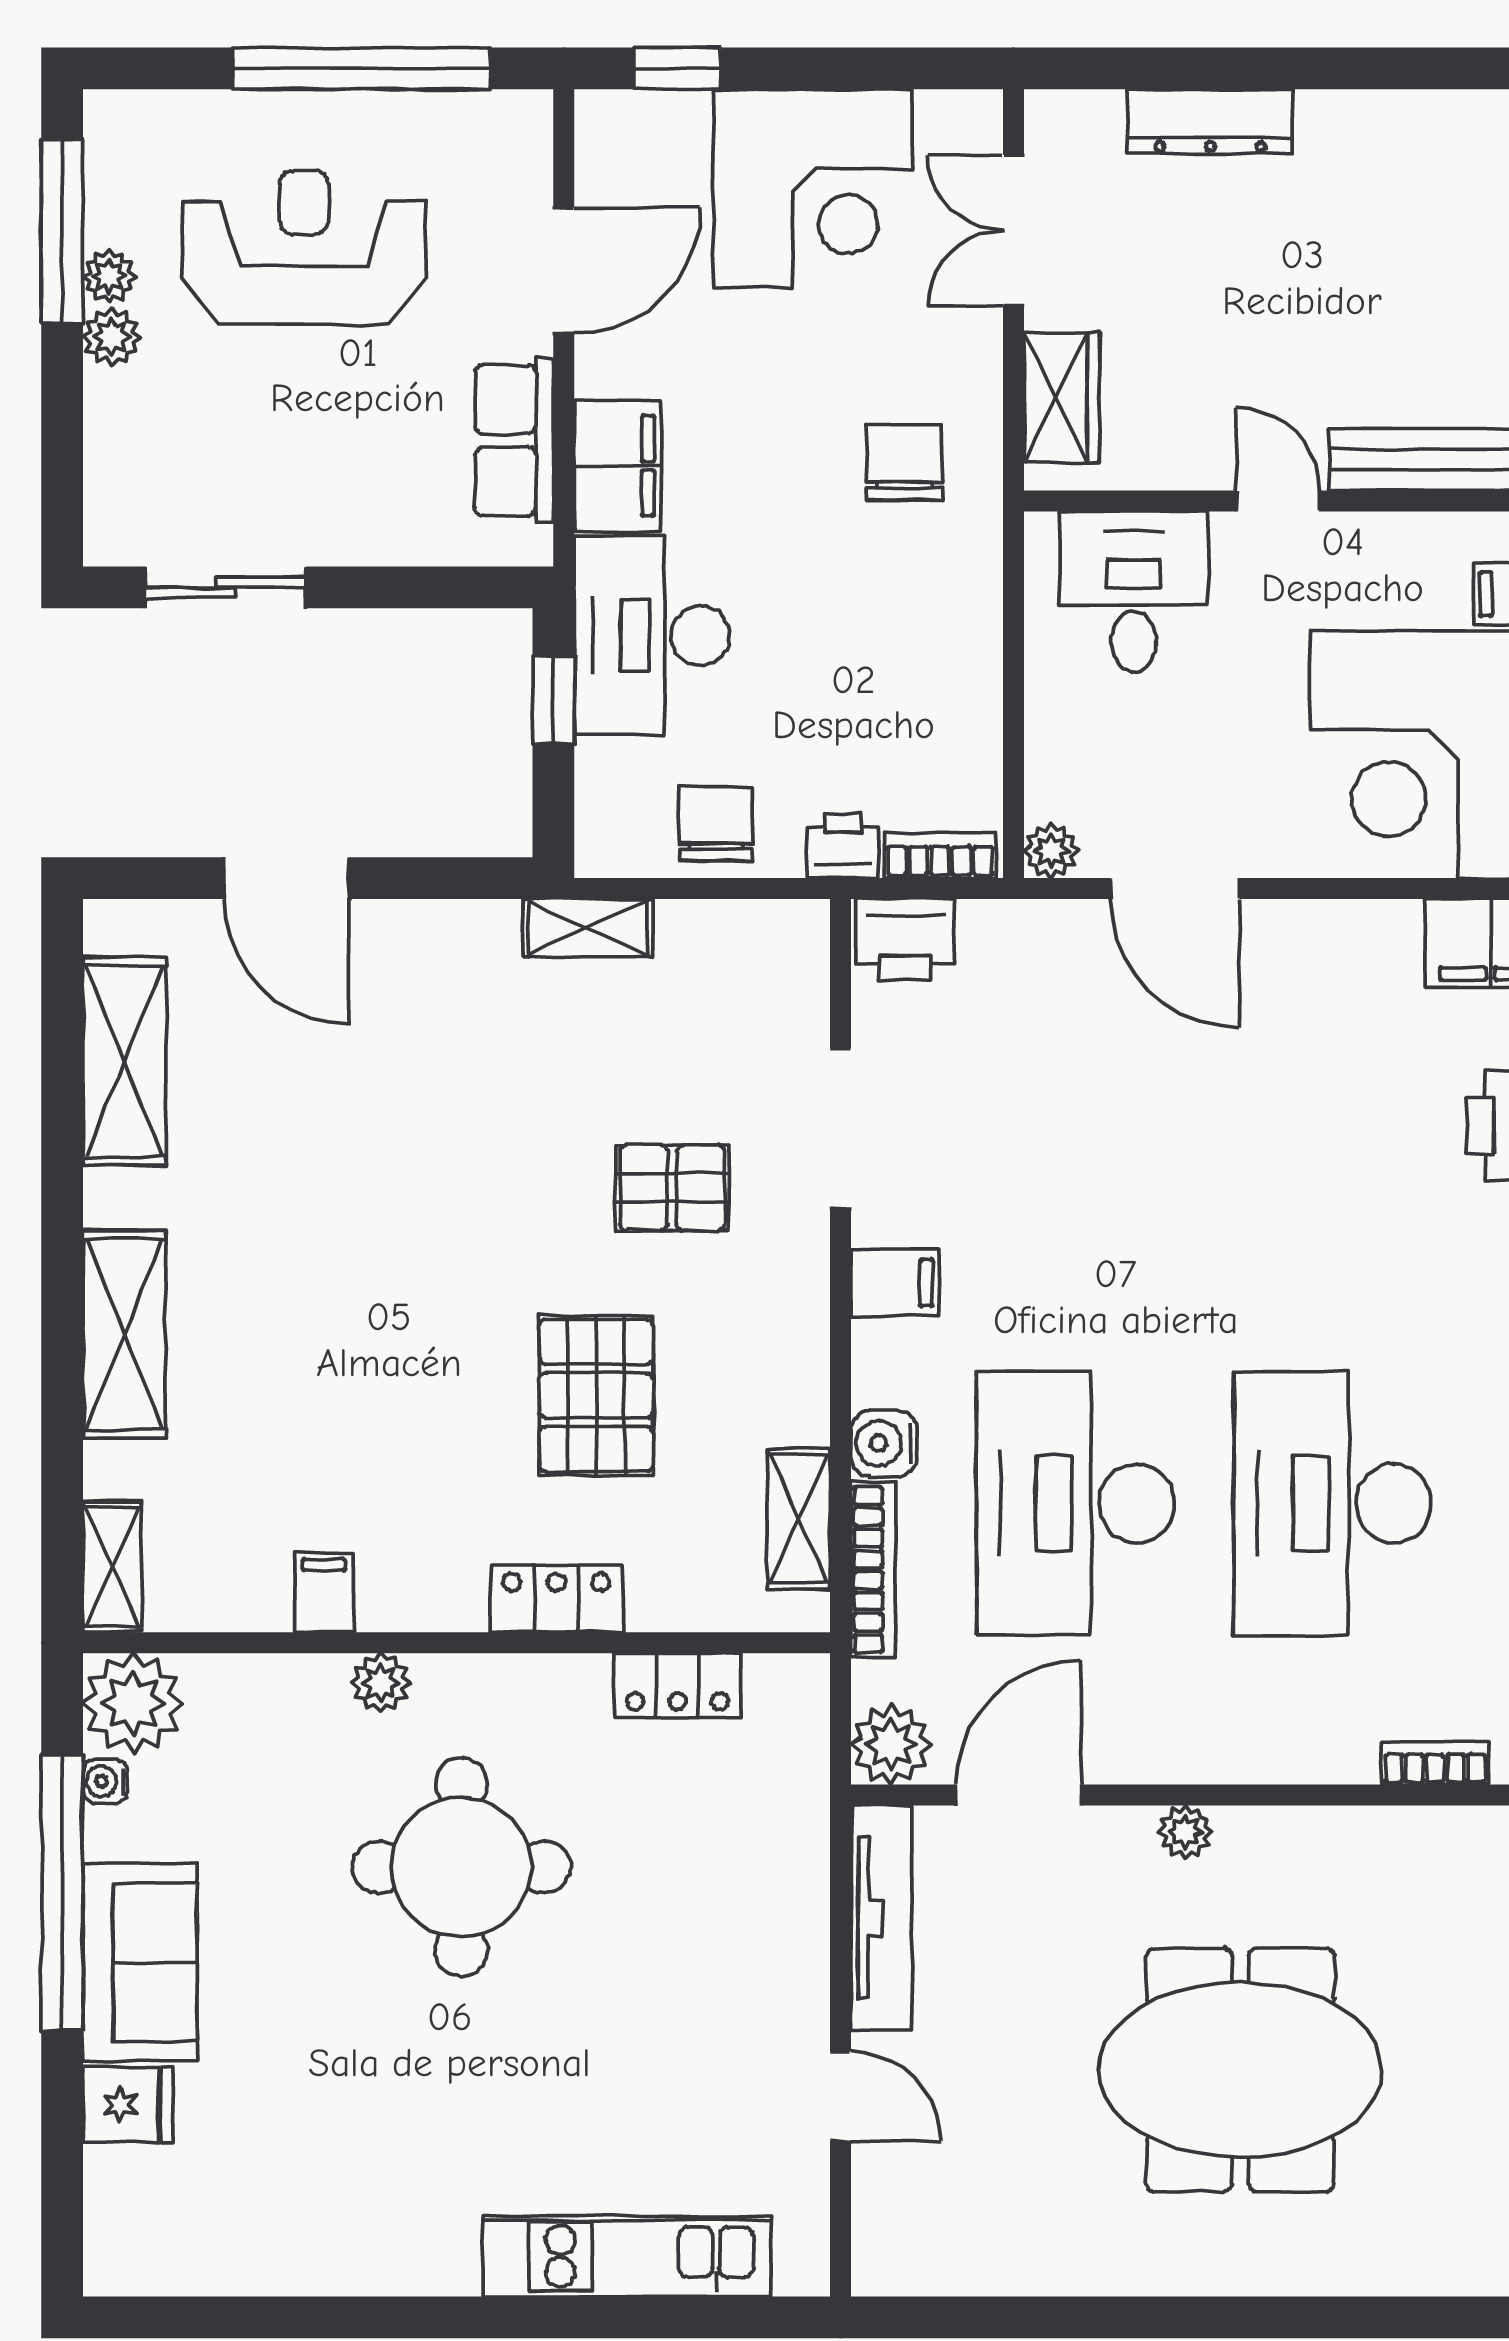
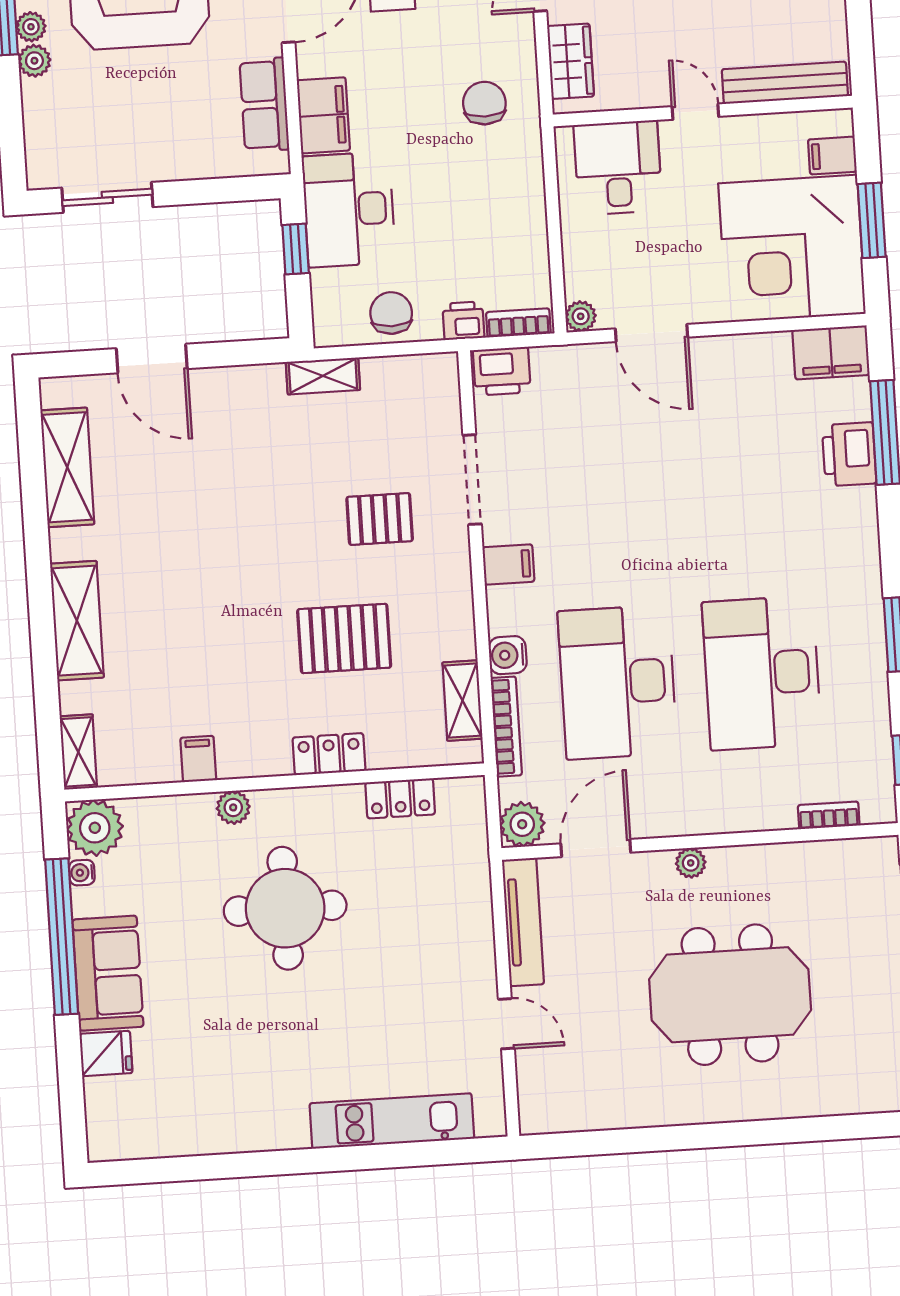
pallet: (596, 1395) -> (344, 638), turned 90

